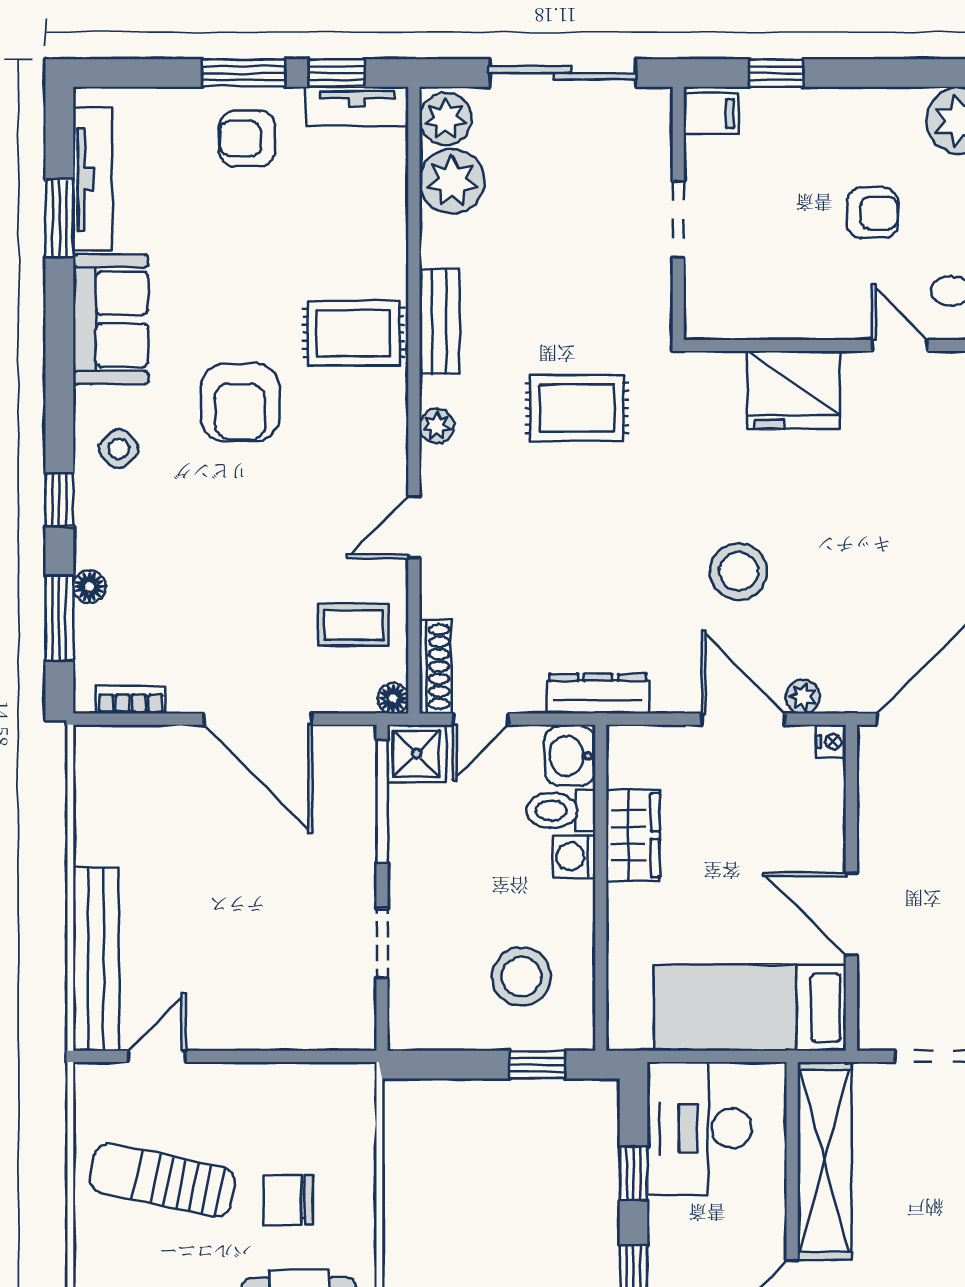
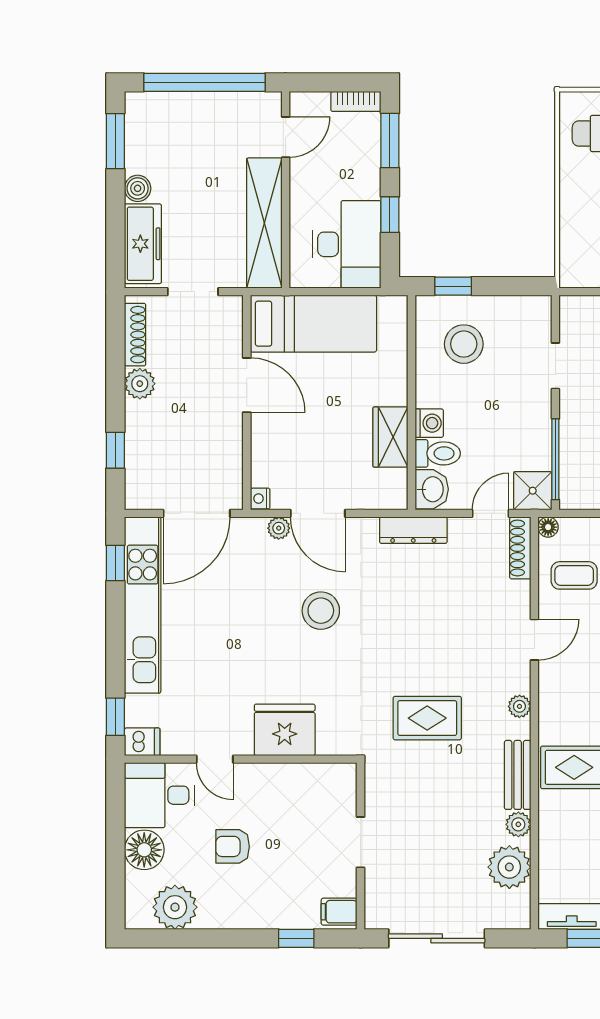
plant: (446, 119) -> (518, 824), moved, width x0.73, depth x0.73

